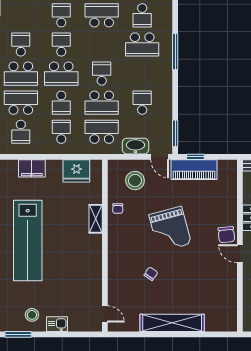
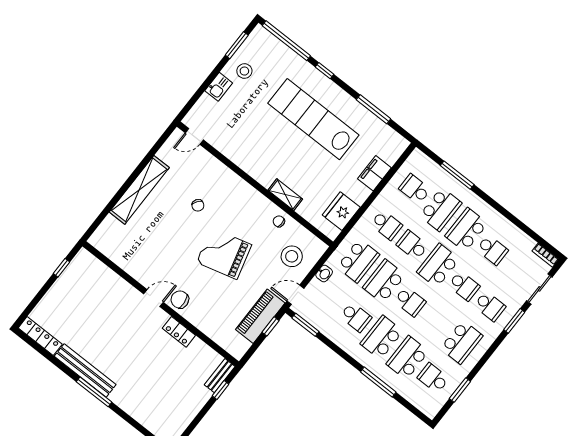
school desk: (142, 74) -> (382, 337), added
washbasin: (135, 146) -> (324, 273), width x0.52, depth x0.69

